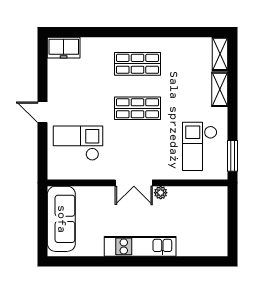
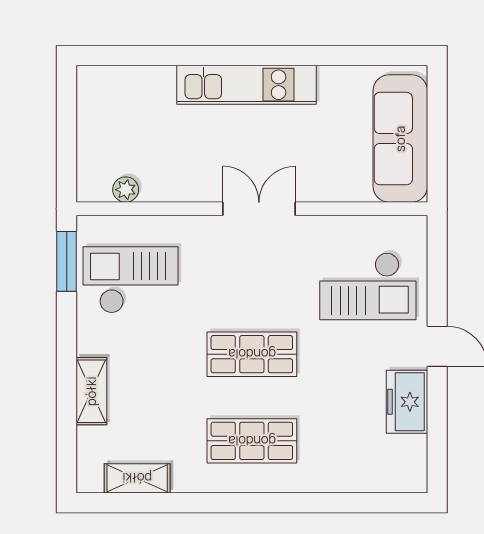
freezer: (64, 48) -> (407, 402), moved, turned -90
shelving: (220, 54) -> (137, 478), moved, turned 90
checkout: (200, 146) -> (131, 280), turned -90
plant: (161, 193) -> (126, 190), moved

